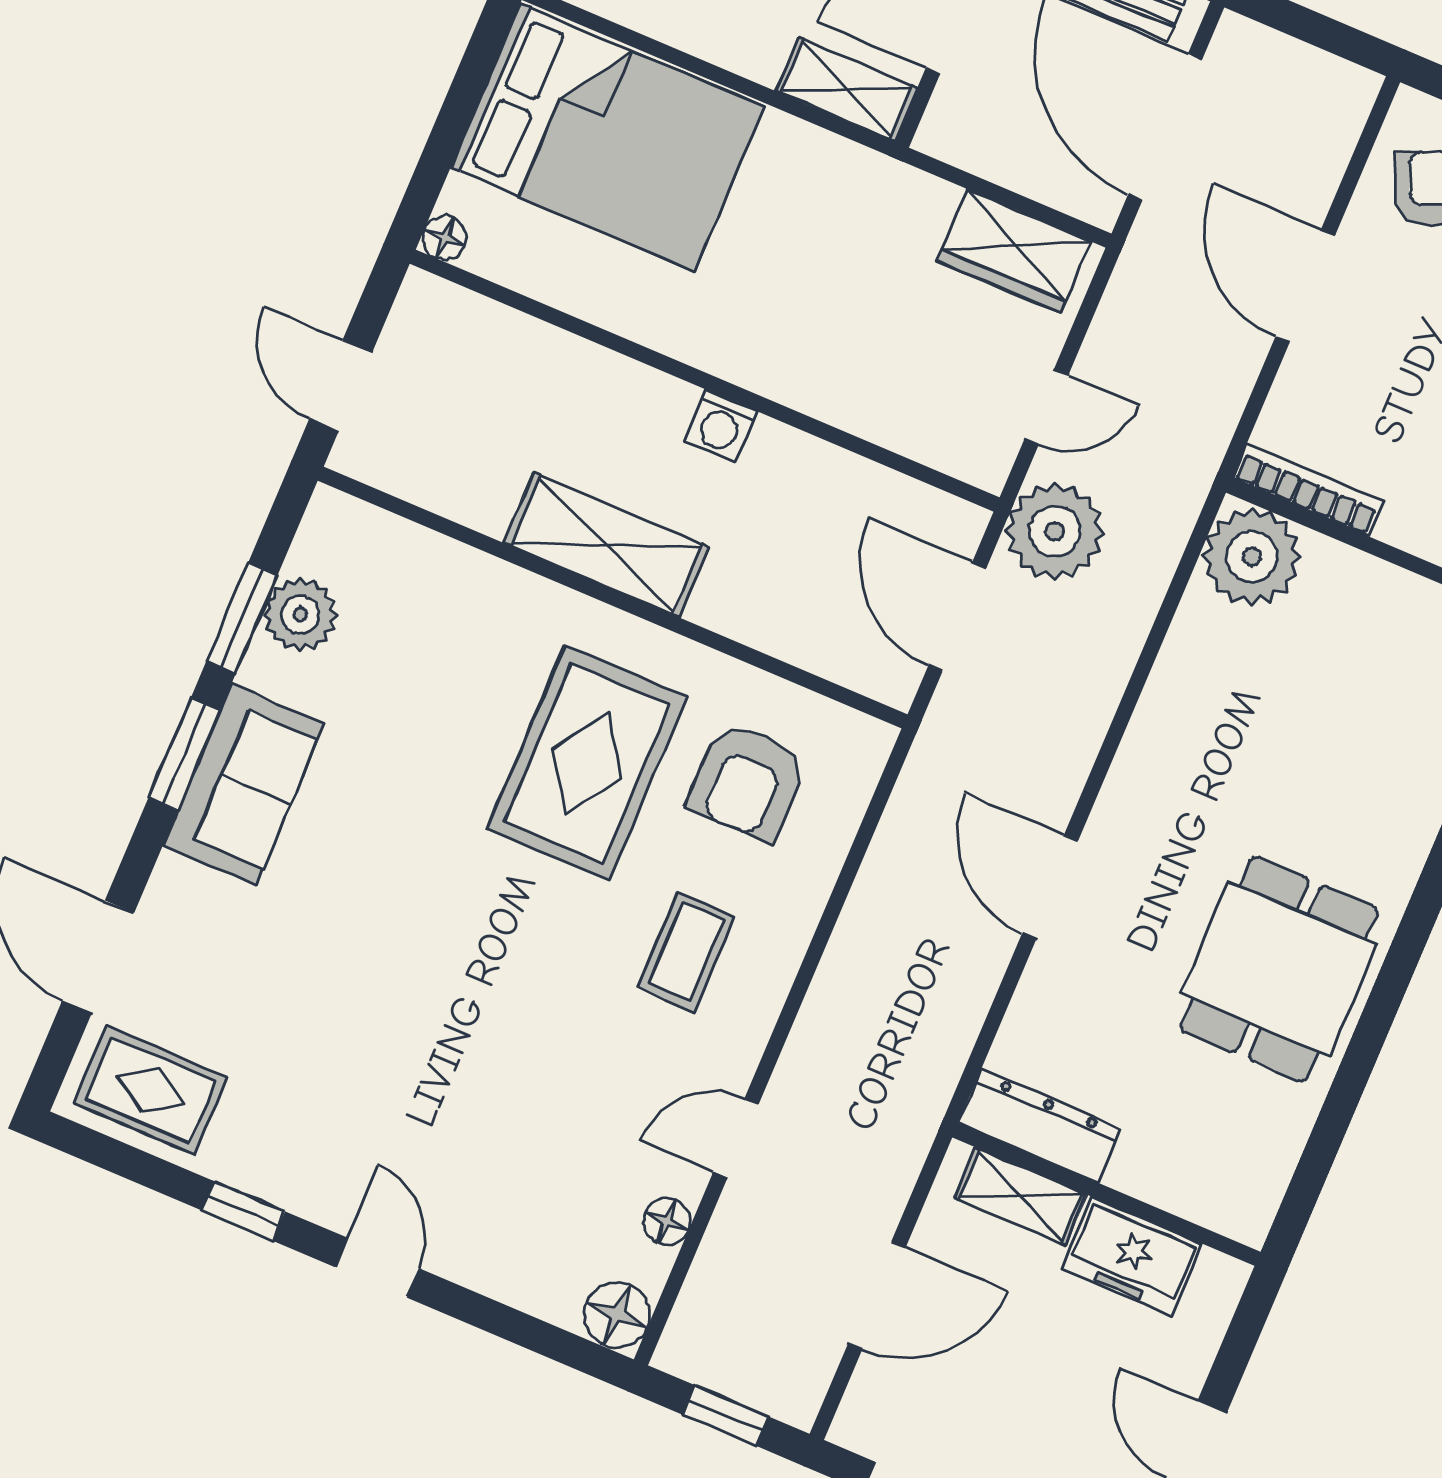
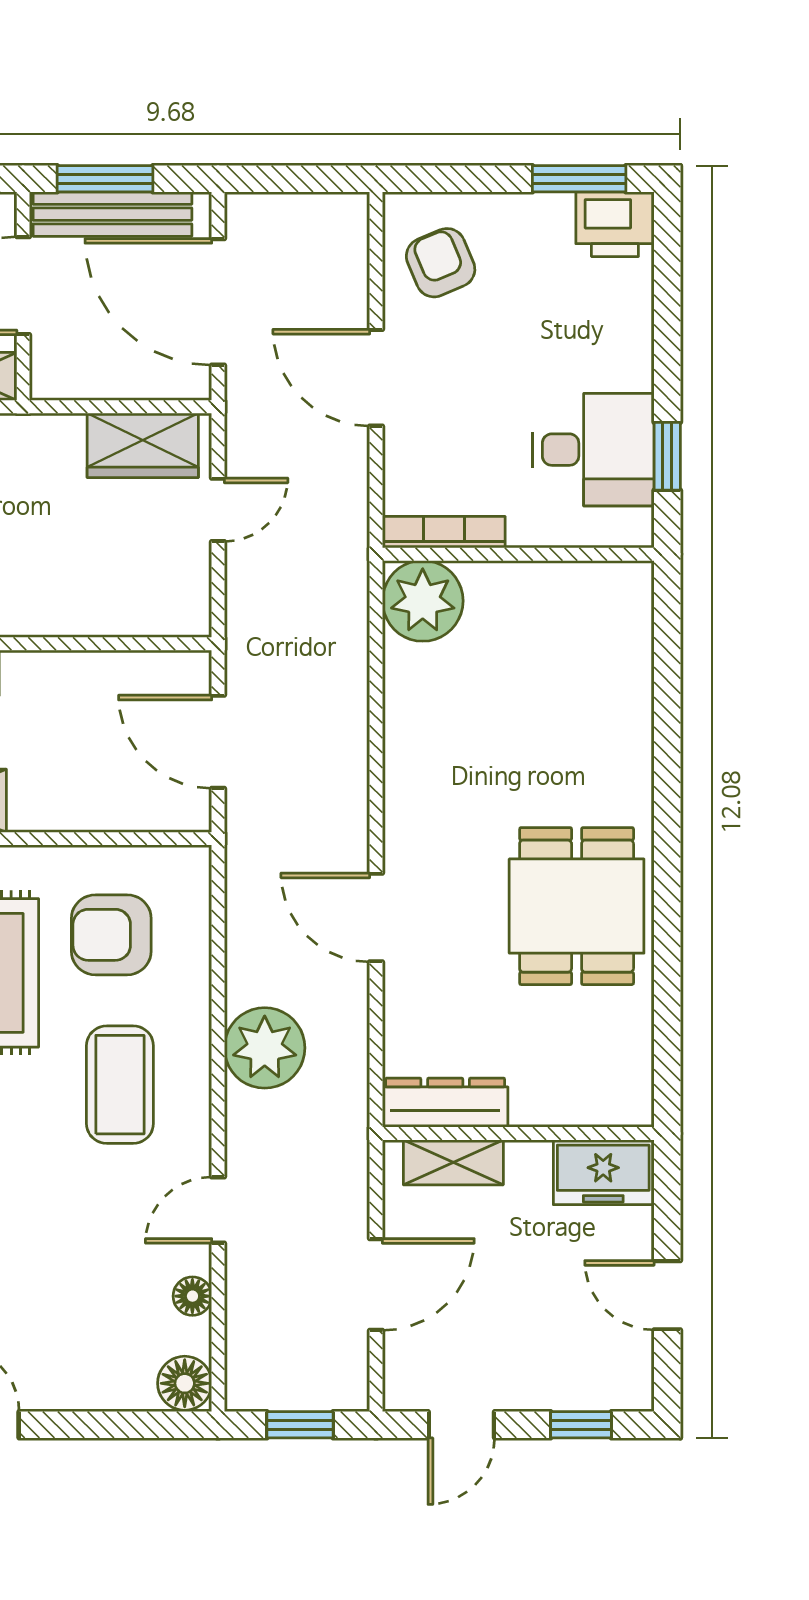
door: (1046, 407) -> (218, 510), moved
plant: (1055, 531) -> (265, 1048), moved
armchair: (747, 781) -> (111, 935), turned 90
coffee table: (686, 952) -> (120, 1085), width x1.36, depth x1.30
freezer: (1132, 1256) -> (603, 1172), moved

